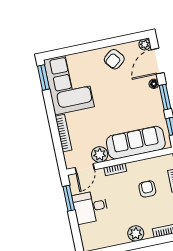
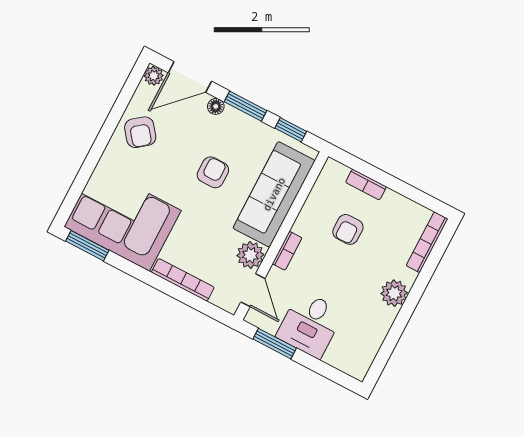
door: (158, 61) -> (190, 77), hinge flipped
armchair: (123, 107) -> (213, 172), added
armchair: (147, 189) -> (348, 229), turned -90

